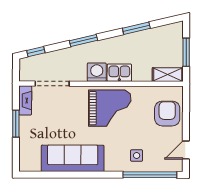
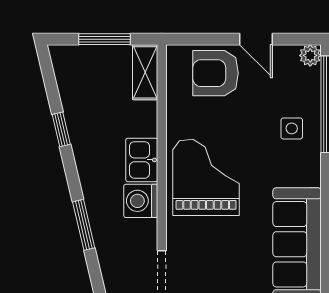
window: (136, 28) -> (61, 129), width x0.67
door: (186, 150) -> (256, 39), moved
plant: (177, 166) -> (310, 55), added

